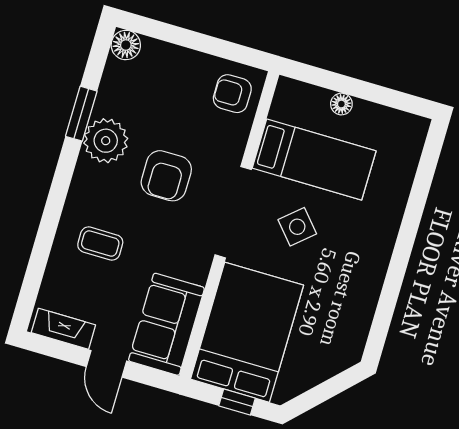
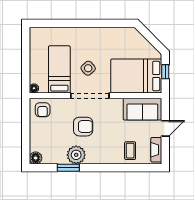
floor lamp: (341, 104) -> (34, 88), moved
coffee table: (100, 244) -> (130, 151), moved

